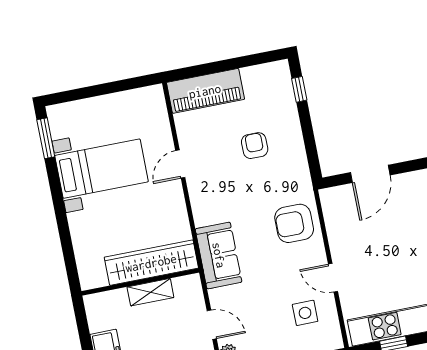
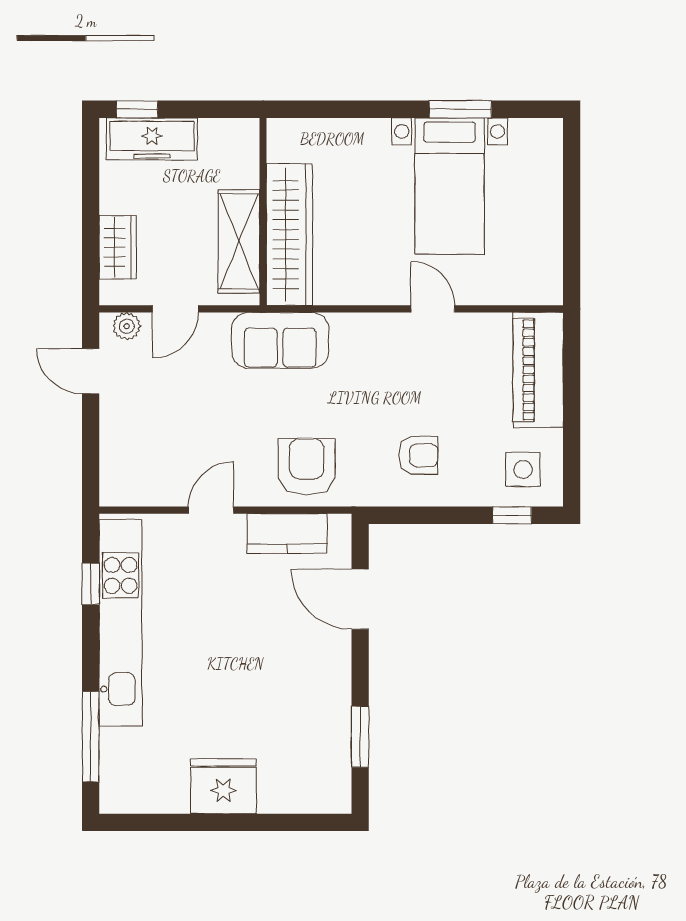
window: (46, 138) -> (460, 109), moved
armchair: (255, 146) -> (418, 455), moved
kitchen counter: (338, 227) -> (287, 533), added
shelving: (150, 292) -> (239, 241), width x1.50, depth x1.33
side table: (305, 313) -> (523, 470), moved

